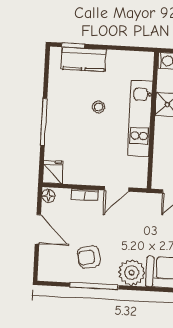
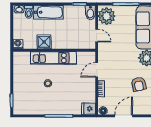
kitchen counter: (84, 59) -> (20, 94), removed
door: (117, 189) -> (97, 70), swing flipped

